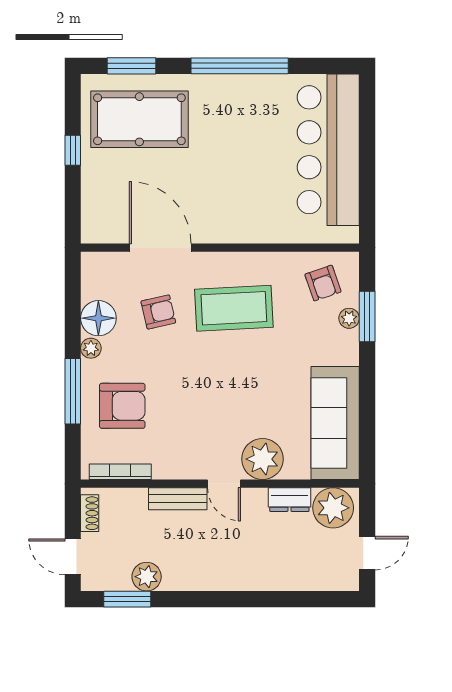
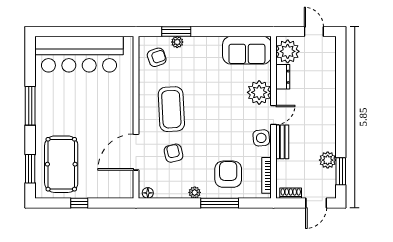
window: (240, 66) -> (30, 106), width x0.68
floor lamp: (98, 318) -> (148, 193), moved, width x0.53, depth x0.53
sofa: (335, 423) -> (247, 50), width x0.73
side table: (185, 463) -> (261, 138), added

